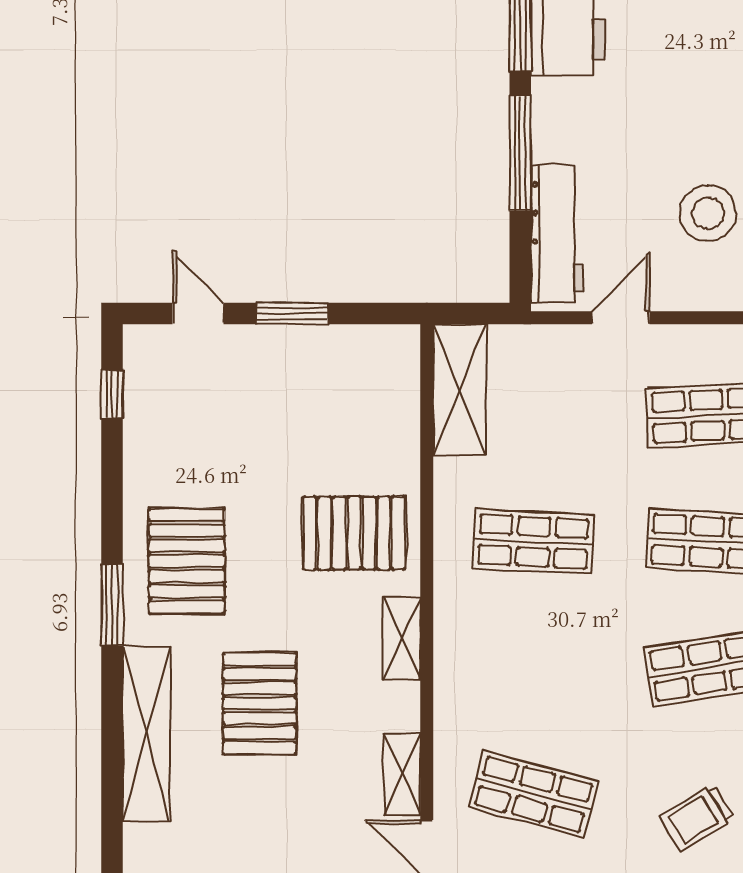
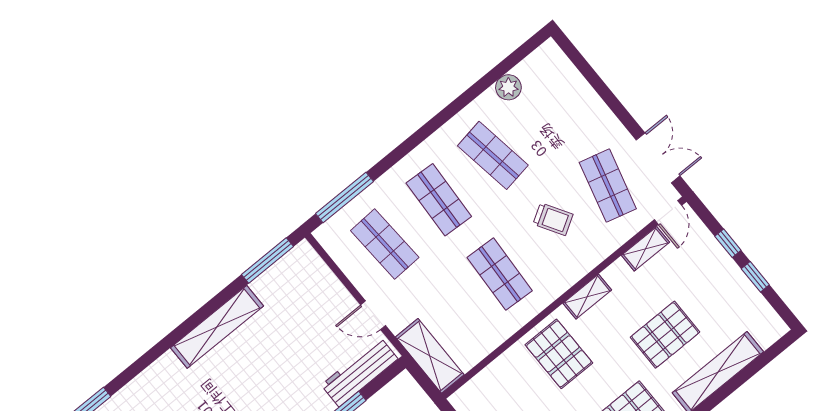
stool: (708, 213) -> (298, 314), removed
shelving: (459, 390) -> (430, 356), moved, turned 90
trolley: (697, 817) -> (553, 219), moved

